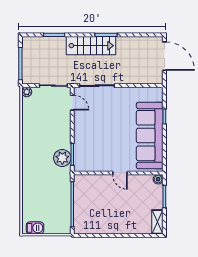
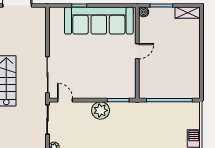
door: (72, 103) -> (65, 100), hinge flipped
plant: (62, 158) -> (101, 110), moved

